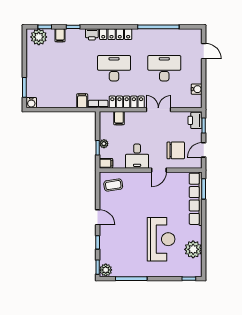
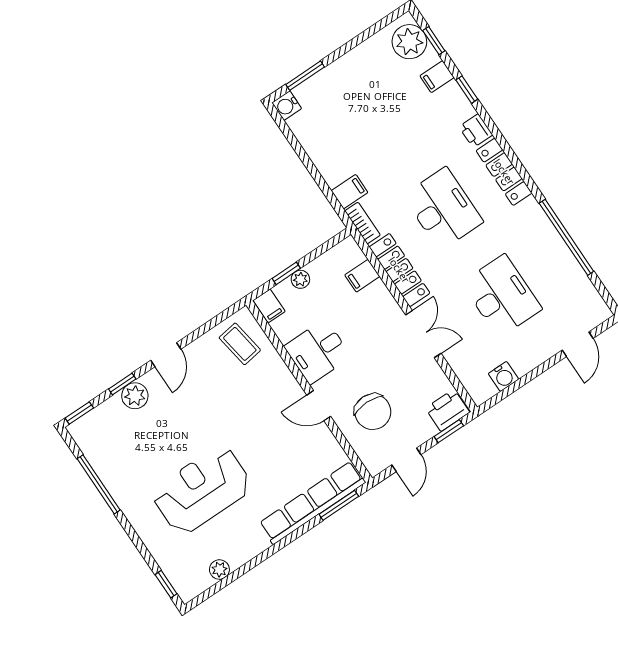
door: (204, 150) -> (406, 460), swing flipped
reception desk: (161, 239) -> (202, 490), turned 180
plant: (193, 249) -> (219, 570), width x0.53, depth x0.53
plant: (106, 270) -> (135, 396), moved

